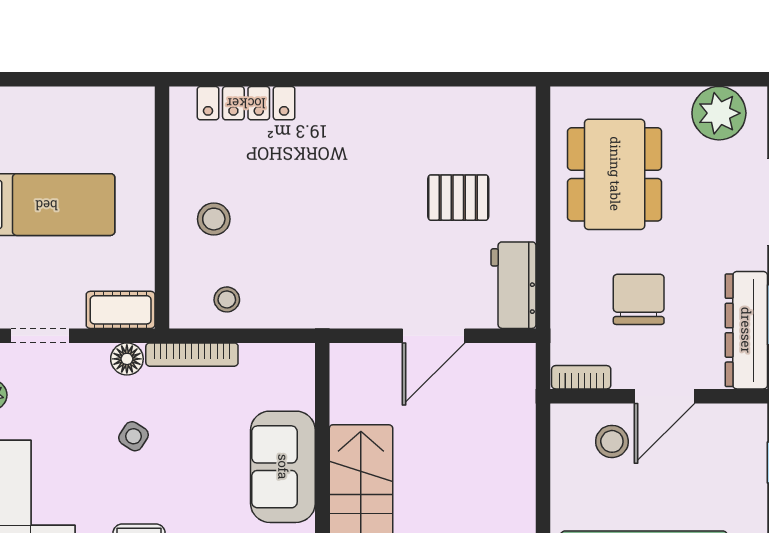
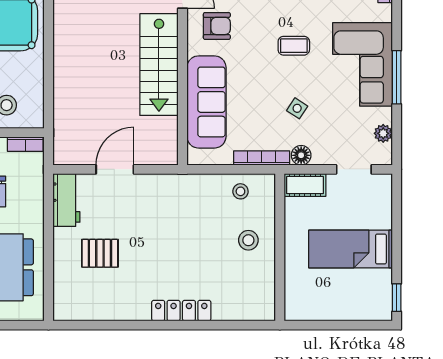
locker: (246, 103) -> (181, 311), moved
sofa: (283, 467) -> (206, 102), width x1.36

